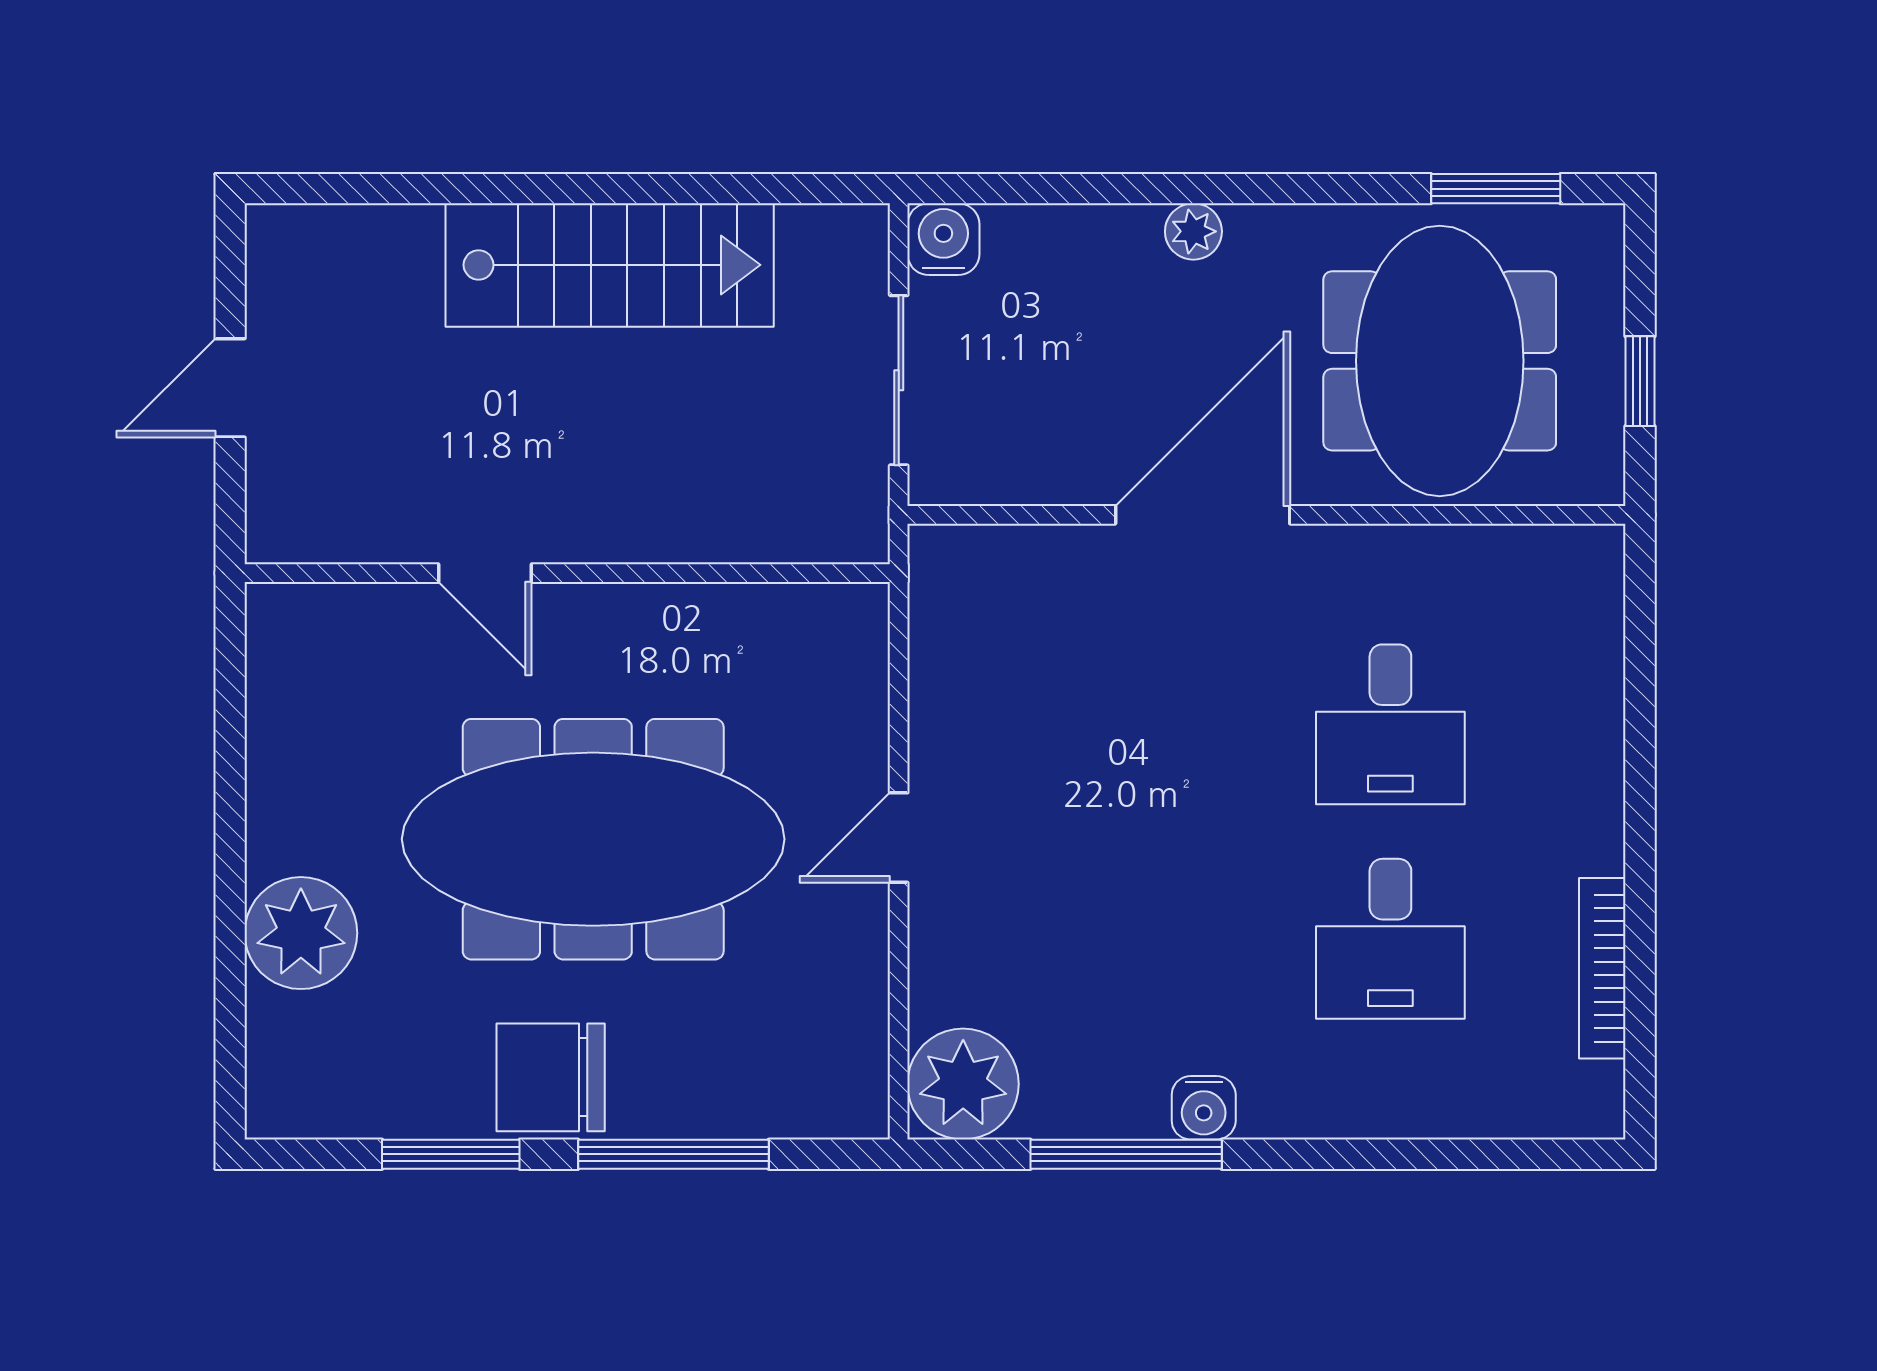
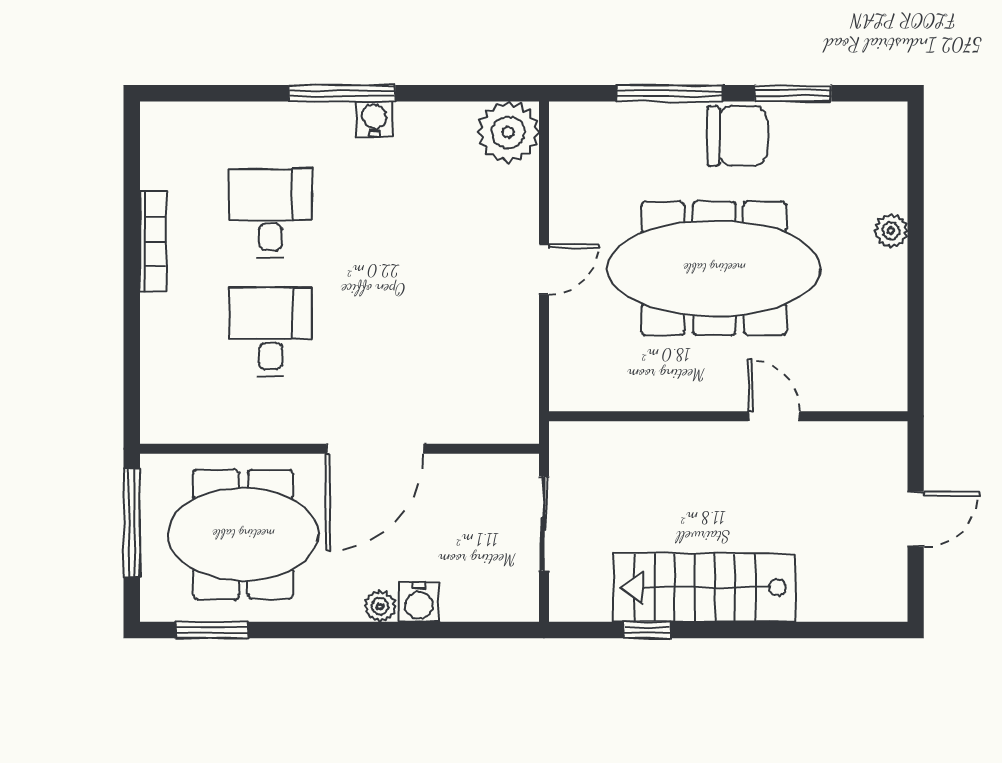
window: (713, 189) -> (647, 630), added
water cooler: (943, 239) -> (419, 602), moved
meeting table: (1440, 361) -> (243, 534), turned 90
window: (1640, 381) -> (132, 523), width x2.17
plant: (301, 933) -> (891, 231), width x0.53, depth x0.53
bookcase: (1602, 968) -> (153, 242), moved
window: (1126, 1154) -> (342, 93), moved

